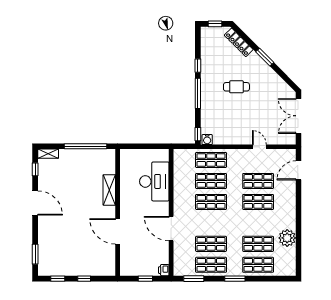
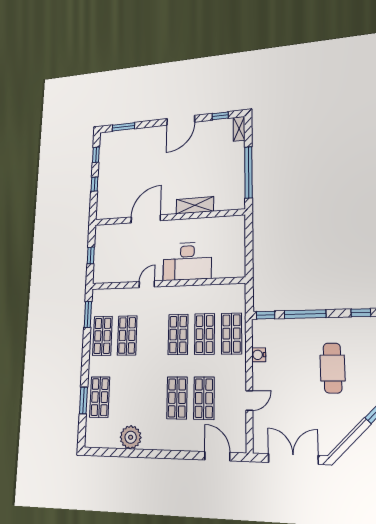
cafe table: (236, 87) -> (332, 368), width x1.37, depth x1.35
window: (198, 93) -> (305, 314), moved
water cooler: (207, 140) -> (259, 355), moved
desk: (154, 181) -> (187, 261), moved
door: (171, 229) -> (147, 284), width x0.53
shop shelf: (258, 244) -> (125, 397), removed
printer: (164, 270) -> (99, 277), removed
window: (235, 279) -> (83, 400), moved

